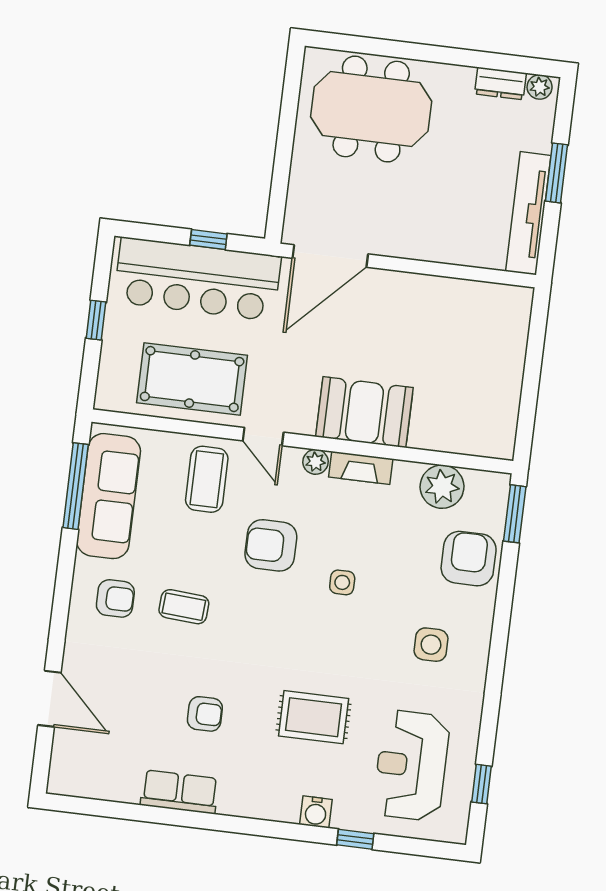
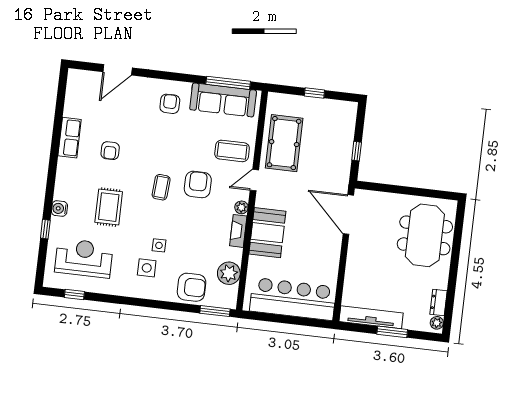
bar counter: (197, 279) -> (293, 299), moved, turned 90
side table: (342, 582) -> (159, 245), moved
armchair: (115, 598) -> (170, 104), turned 180
coffee table: (184, 607) -> (161, 187), moved

